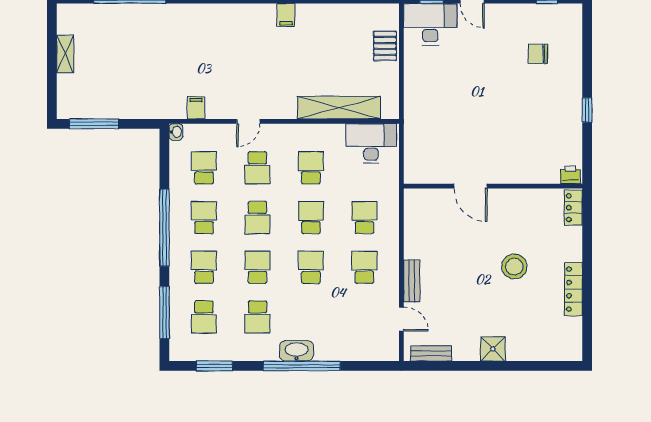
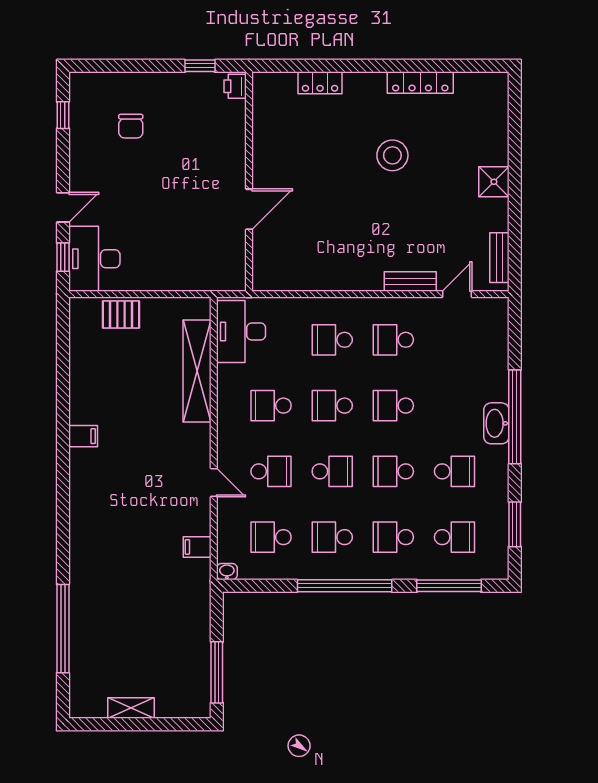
printer: (570, 175) -> (235, 86), moved
door: (470, 186) -> (249, 209), moved
wall: (493, 186) -> (249, 182), moved

